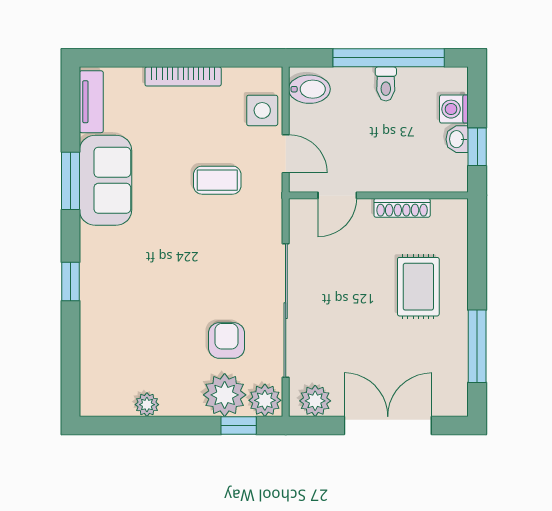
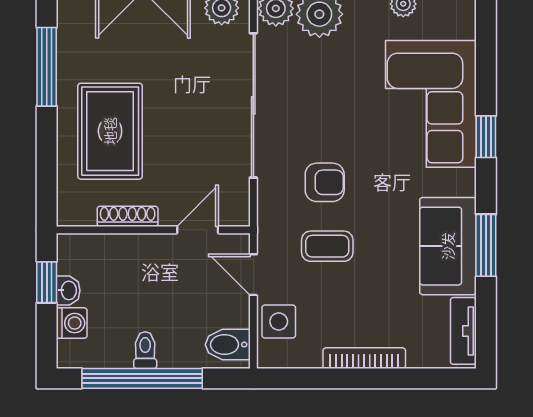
rug: (418, 287) -> (110, 131), width x1.36, depth x1.43
corner sofa: (121, 312) -> (431, 104), added
armchair: (226, 341) -> (325, 182), moved, turned -90

